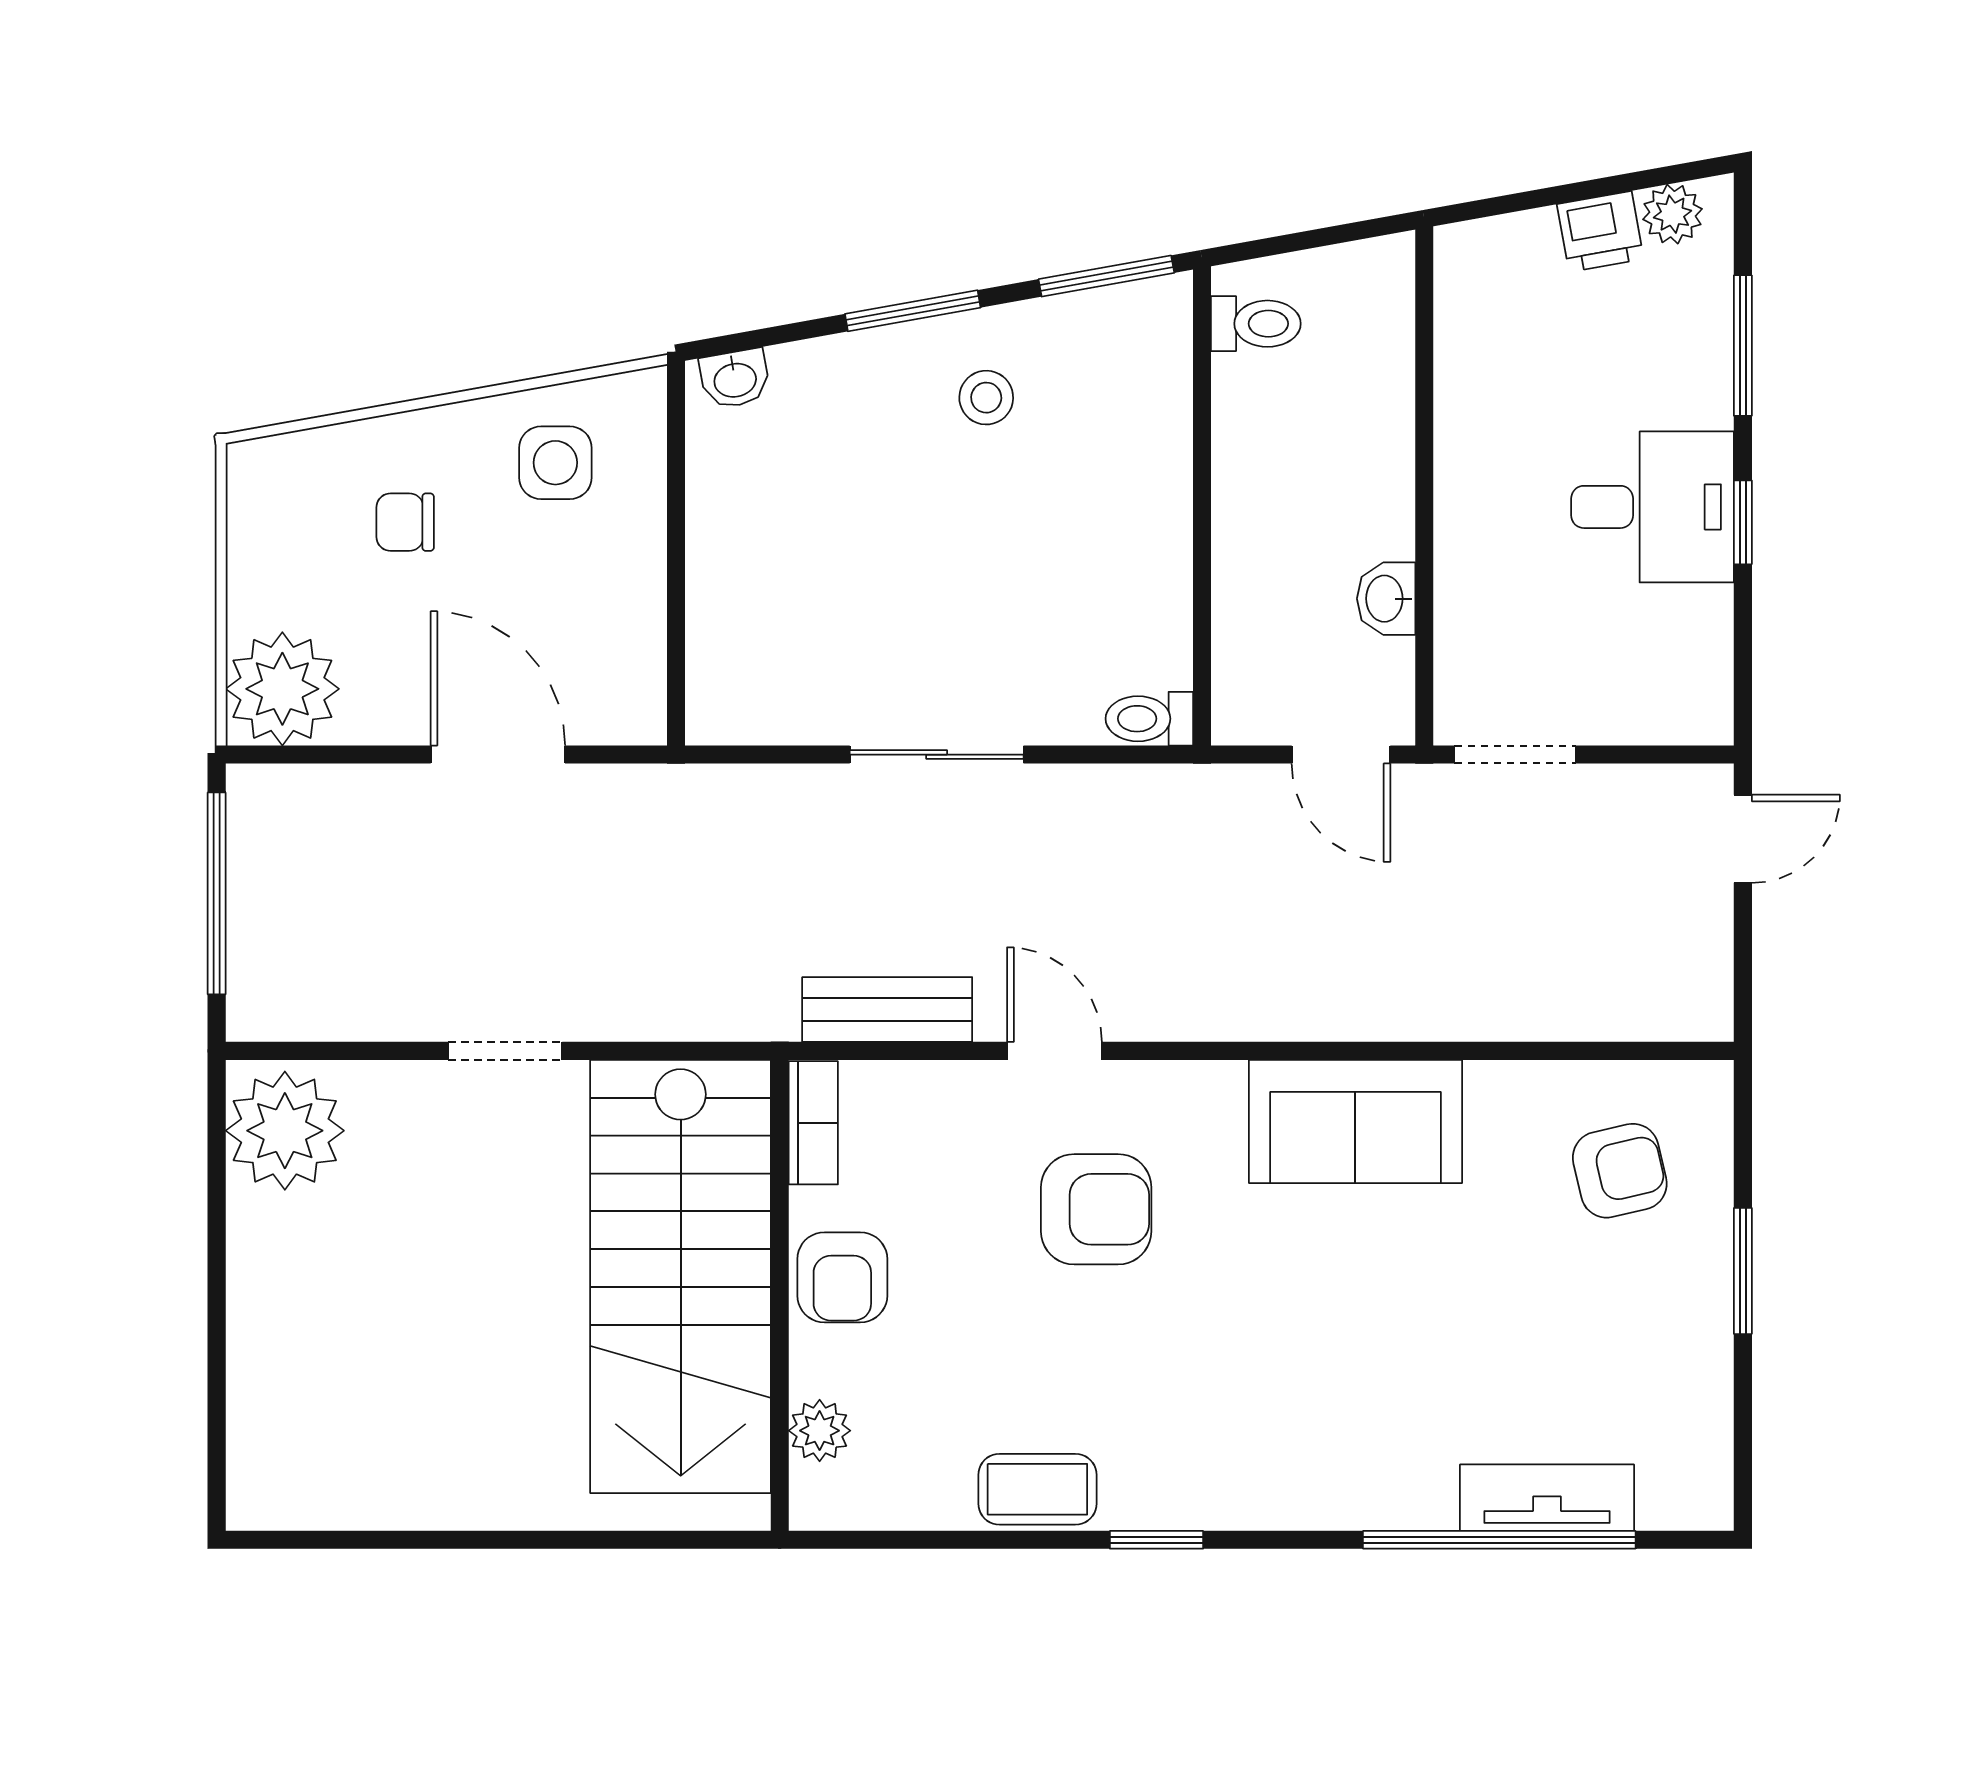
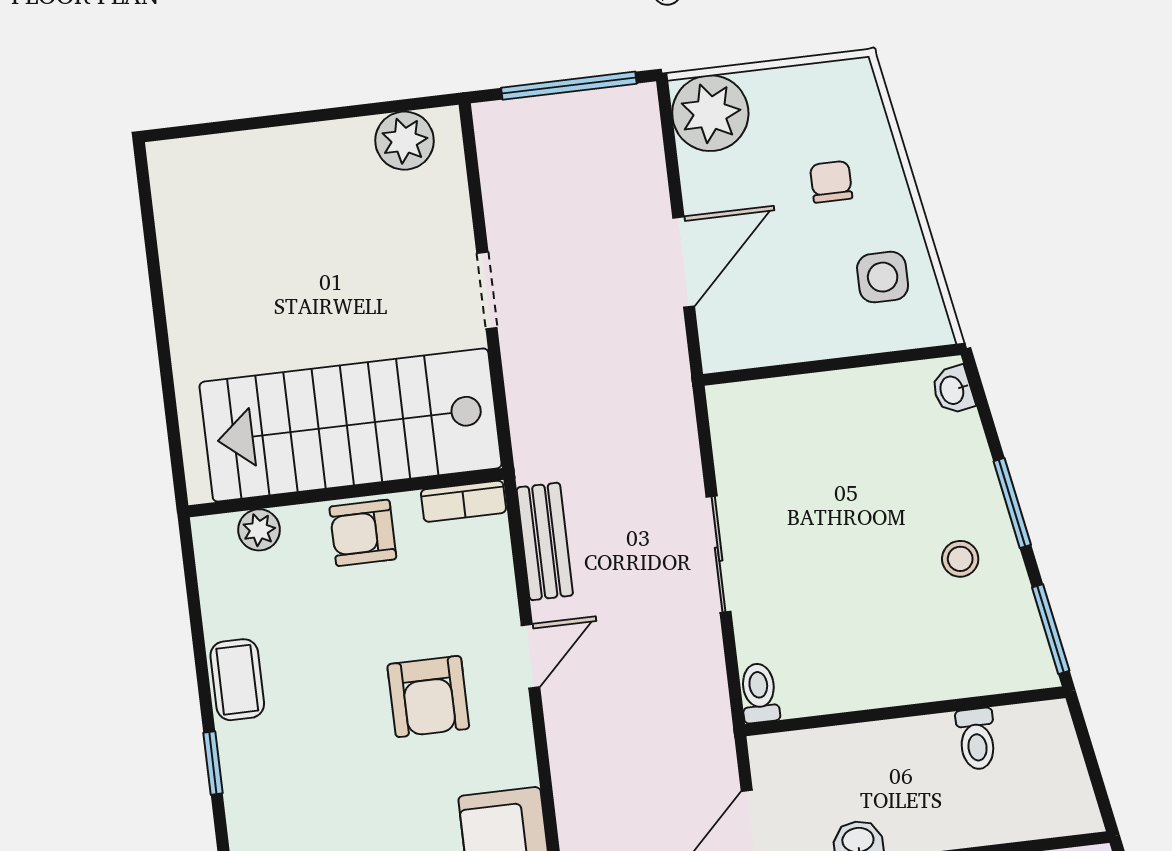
toilet: (1256, 324) -> (977, 739), moved
plant: (285, 1131) -> (404, 141), width x0.73, depth x0.73

